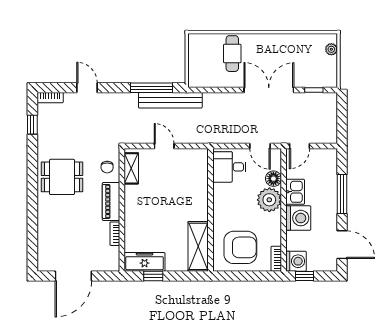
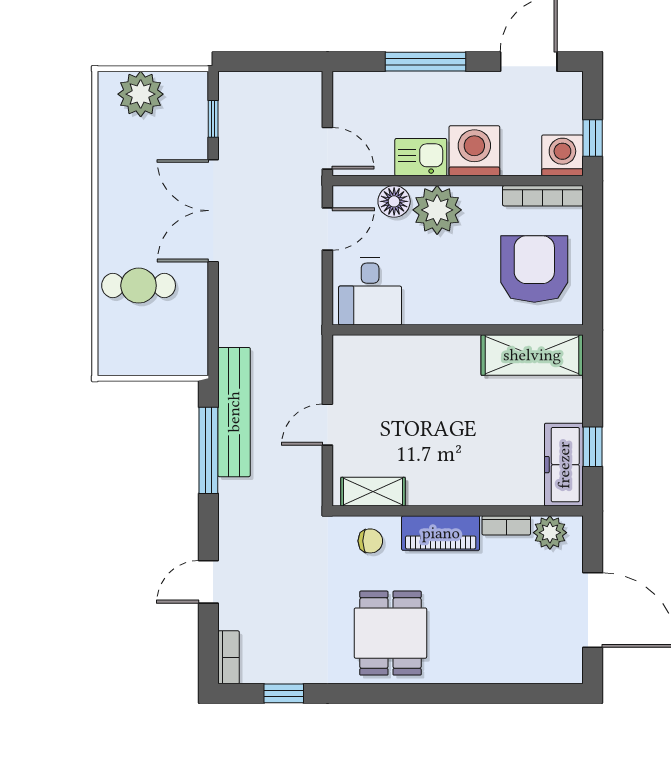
plant: (331, 49) -> (141, 94), width x1.87, depth x1.87
plant: (111, 255) -> (550, 533), added
bookcase: (276, 259) -> (543, 196), width x1.56

